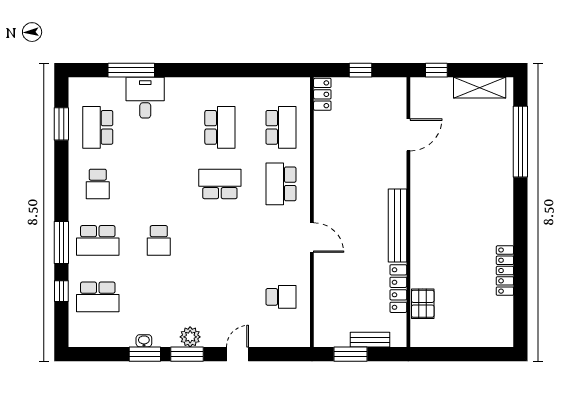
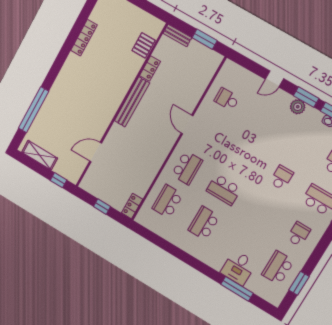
school desk: (98, 127) -> (278, 268), turned 180
locker: (398, 289) -> (150, 68), width x0.66
bench: (370, 340) -> (177, 35), moved

